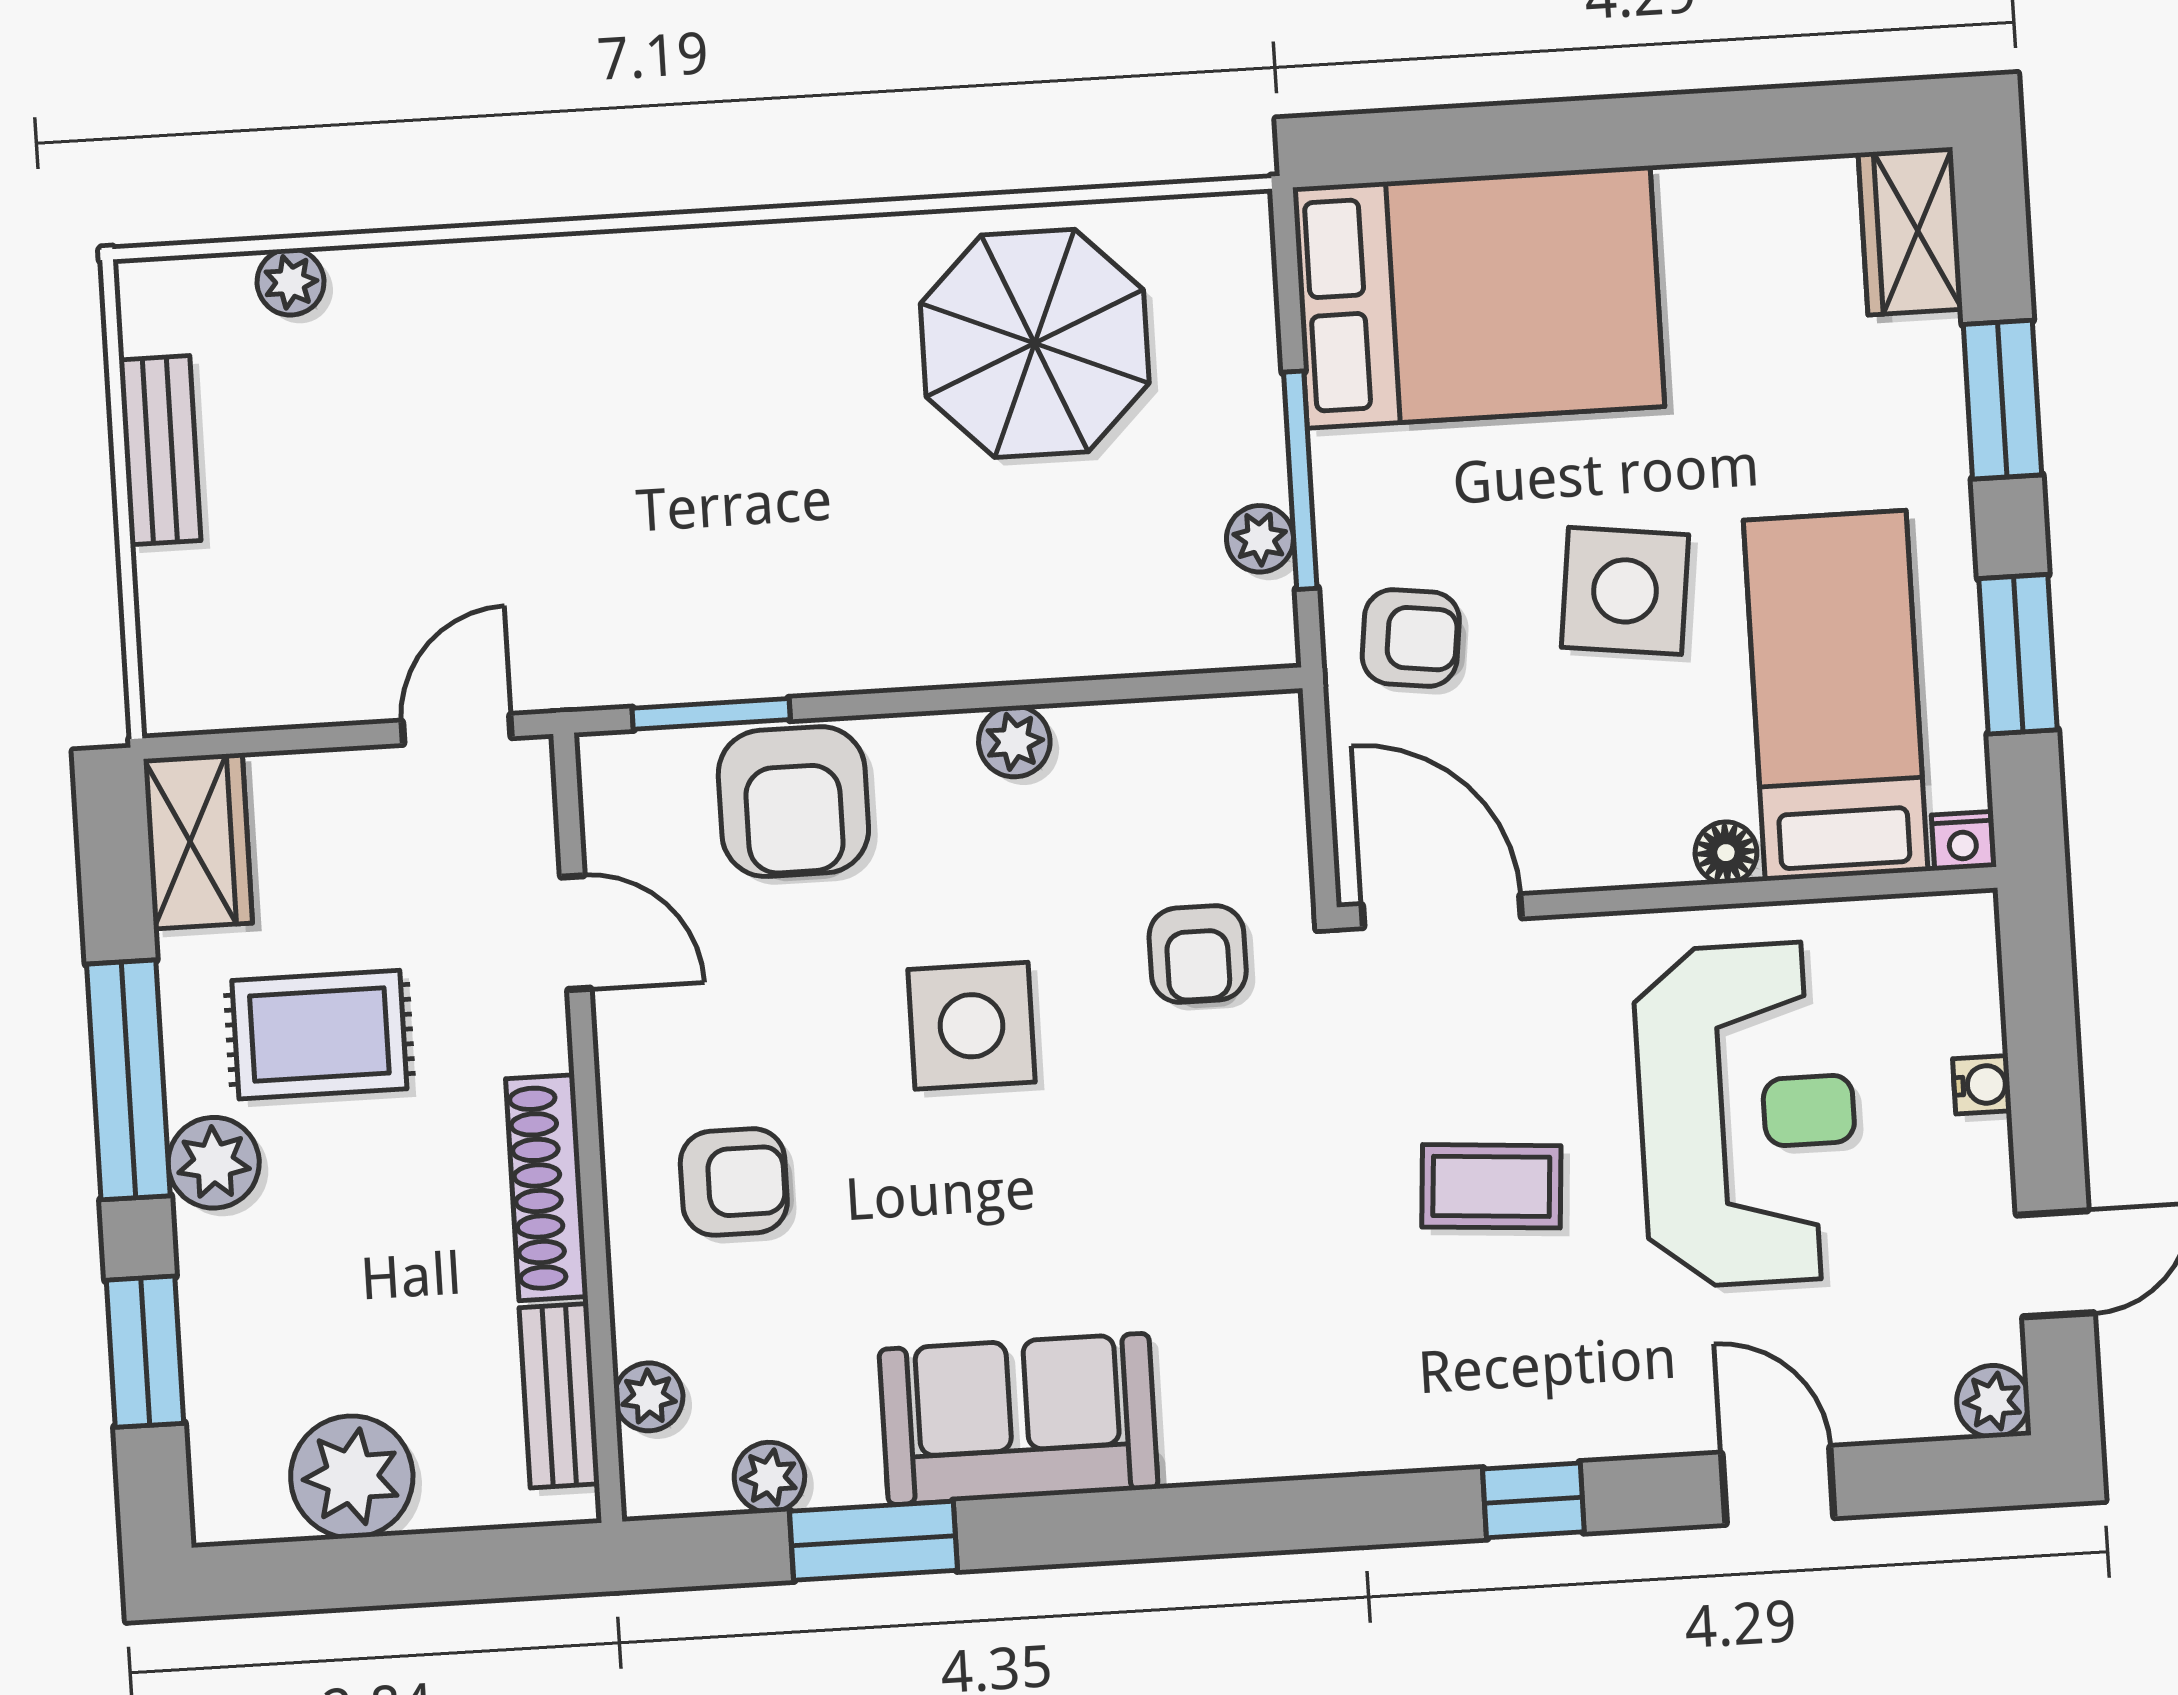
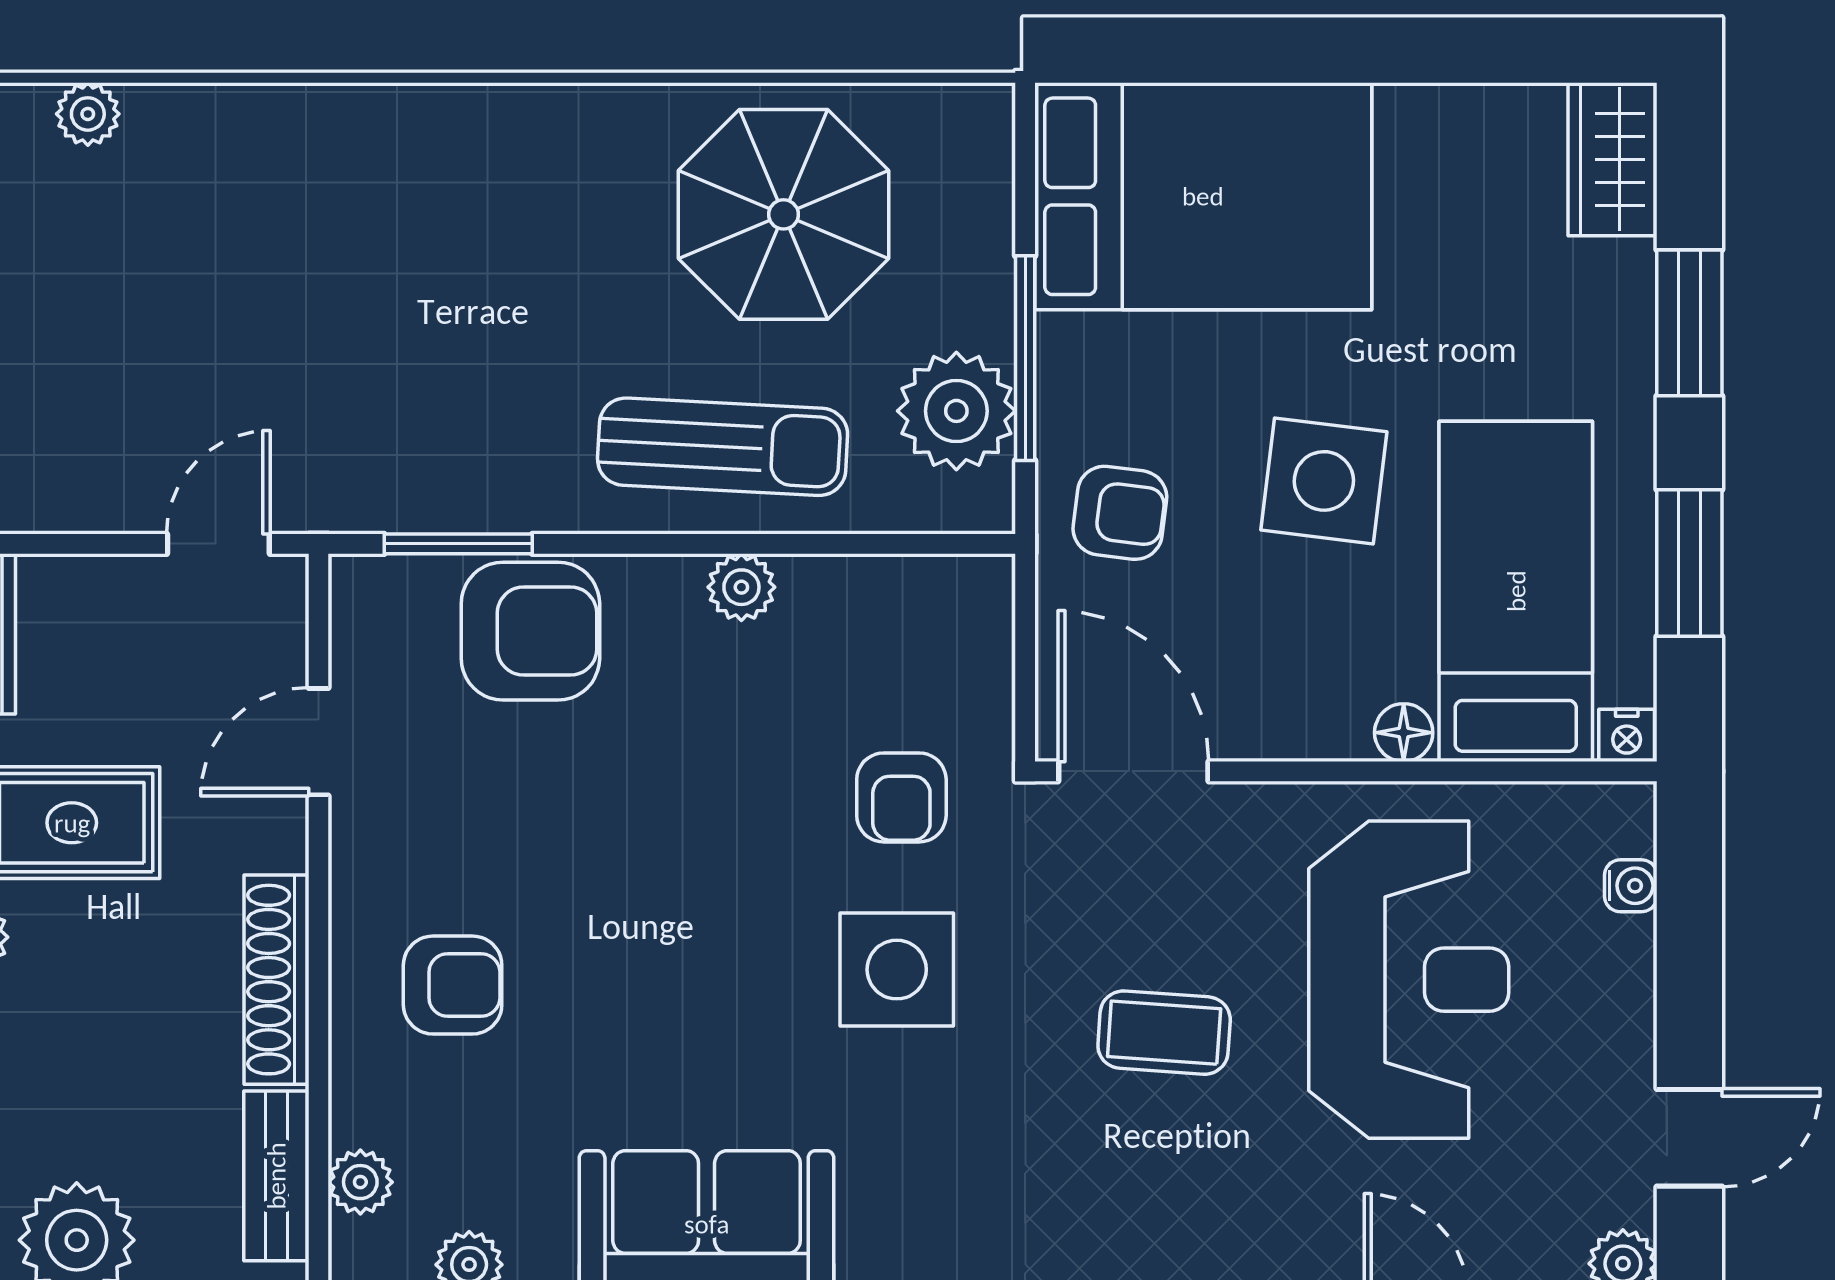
plant: (1260, 539) -> (956, 411), width x1.88, depth x1.88
sun lounger: (985, 594) -> (723, 447), added
armchair: (793, 802) -> (530, 631), turned -90
door: (576, 933) -> (318, 742), swing flipped
side table: (972, 1026) -> (897, 970), moved
water cooler: (1982, 1085) -> (1631, 886), moved

